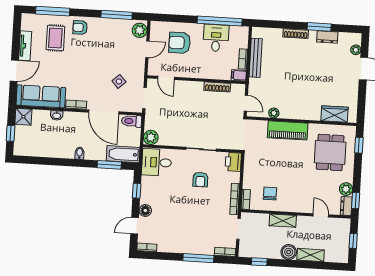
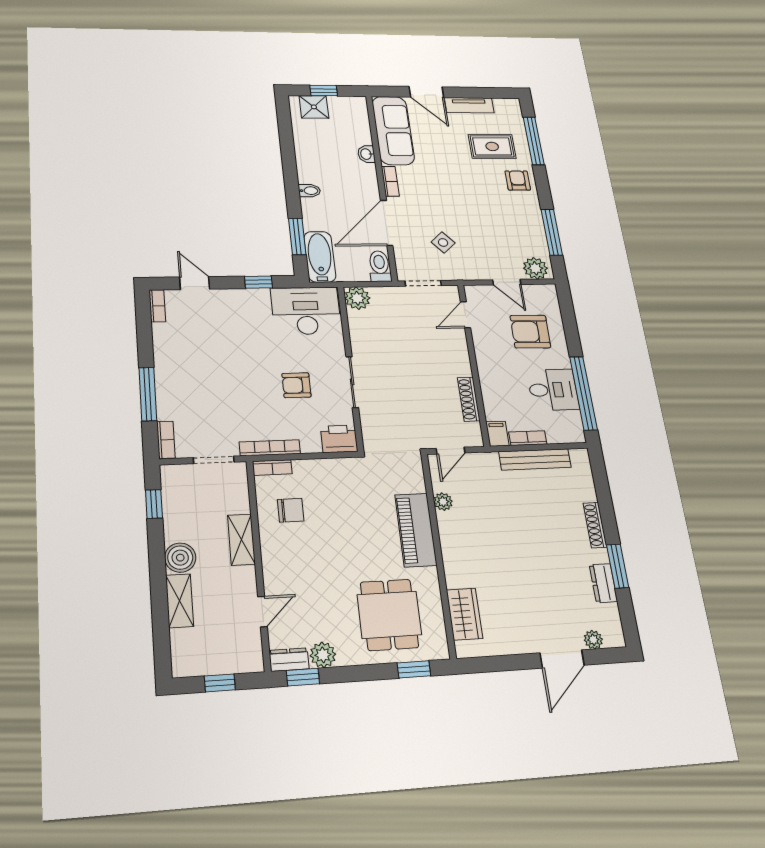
armchair: (180, 43) -> (530, 332), turned -89
shower: (23, 117) -> (314, 107), moved
dining table: (330, 152) -> (389, 615), turned 90
desk: (157, 162) -> (306, 311), width x1.37
floor lamp: (145, 210) -> (225, 298), removed

